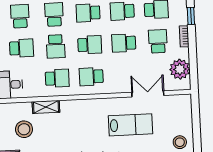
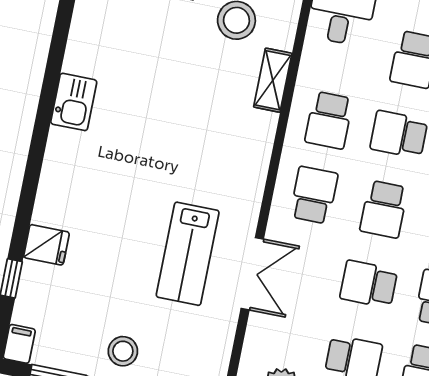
school desk: (124, 43) -> (369, 284), turned -90
double door: (148, 94) -> (252, 274), moved

